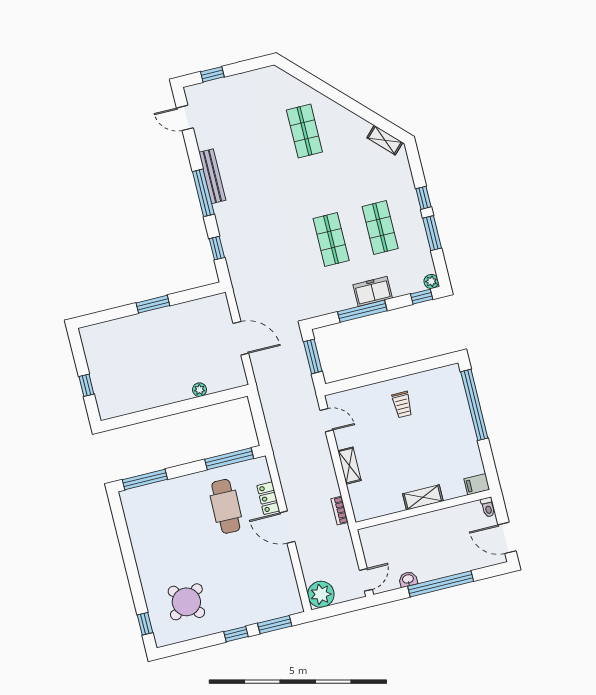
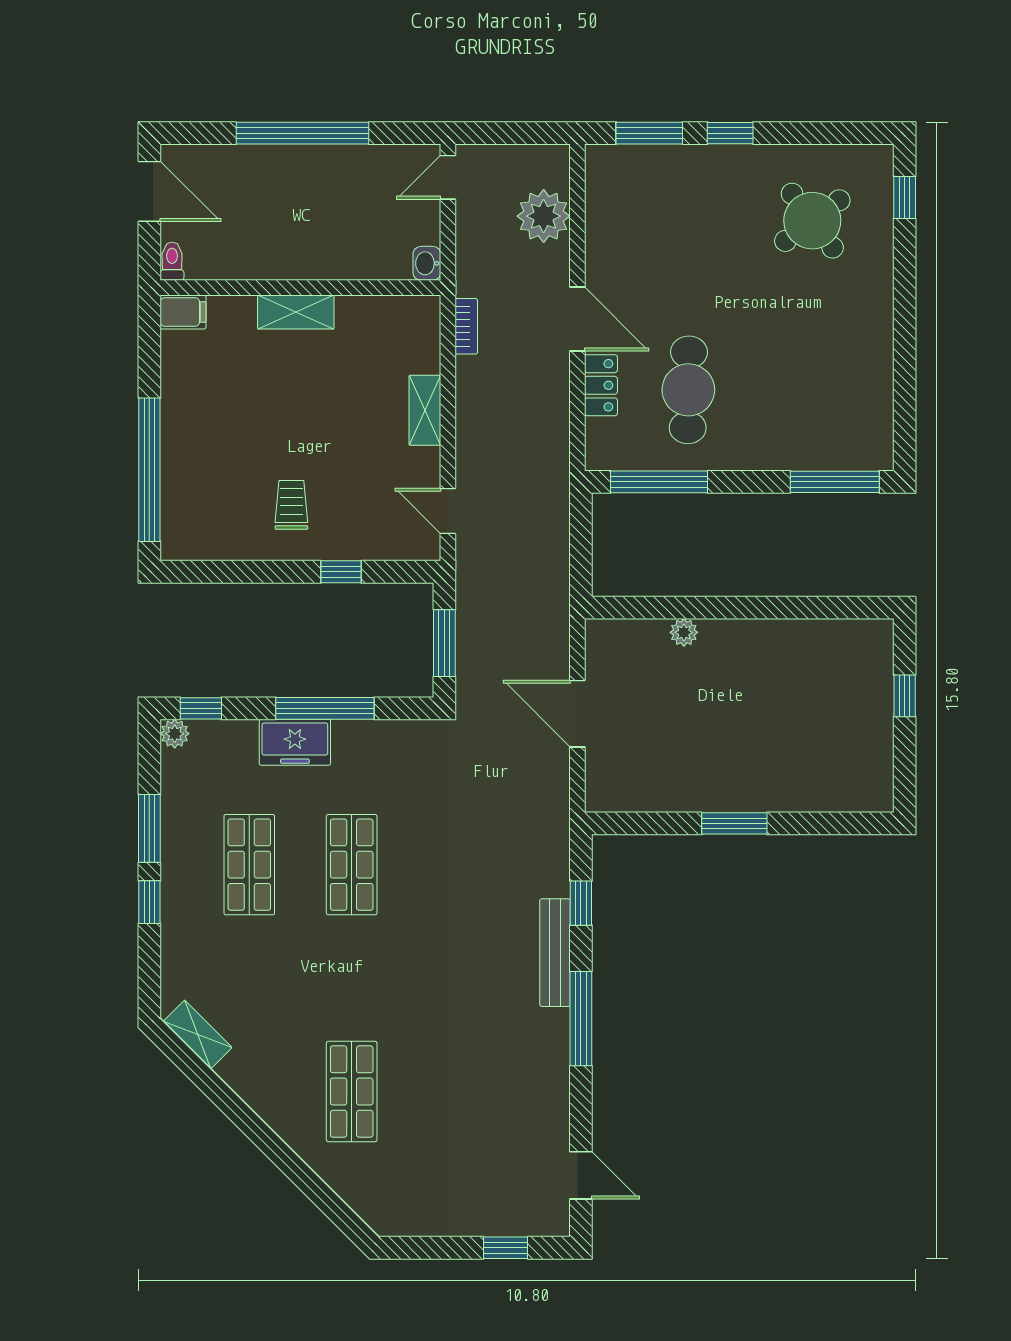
bench: (212, 176) -> (555, 953), moved
window: (371, 378) -> (341, 572), added
washbasin: (408, 579) -> (427, 263), moved, turned 90
plant: (321, 594) -> (544, 216), moved

